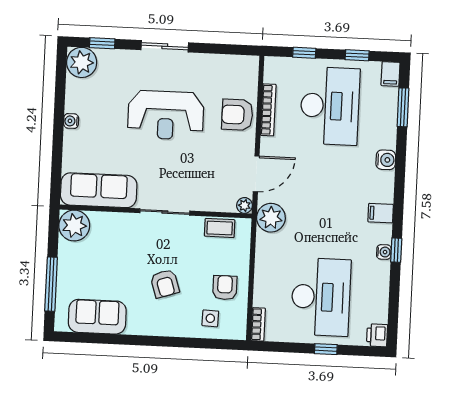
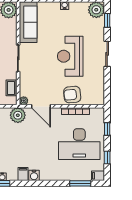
armchair: (237, 115) -> (72, 95), turned -96
water cooler: (386, 160) -> (34, 175), moved

